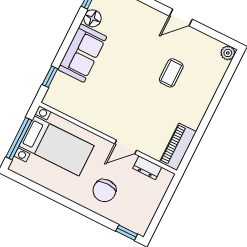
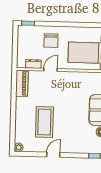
coffee table: (171, 73) -> (44, 122), width x1.86, depth x1.72
chair: (104, 190) -> (51, 41), turned 180

